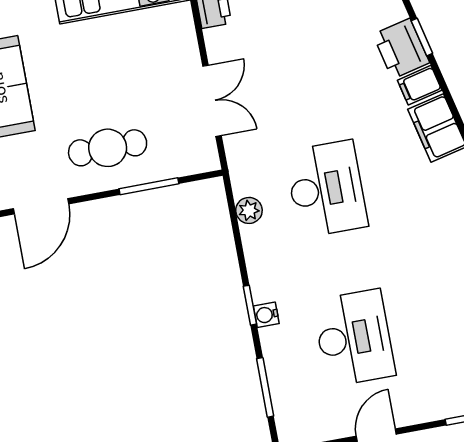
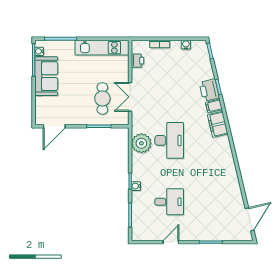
double door: (212, 101) -> (130, 97), swing flipped
cafe table: (108, 148) -> (102, 98), moved, turned 90
plant: (249, 210) -> (141, 143), width x1.88, depth x1.88
desk: (354, 338) -> (169, 202), width x0.73

